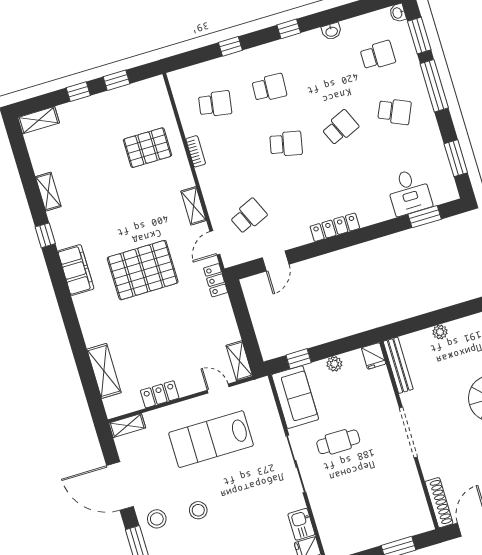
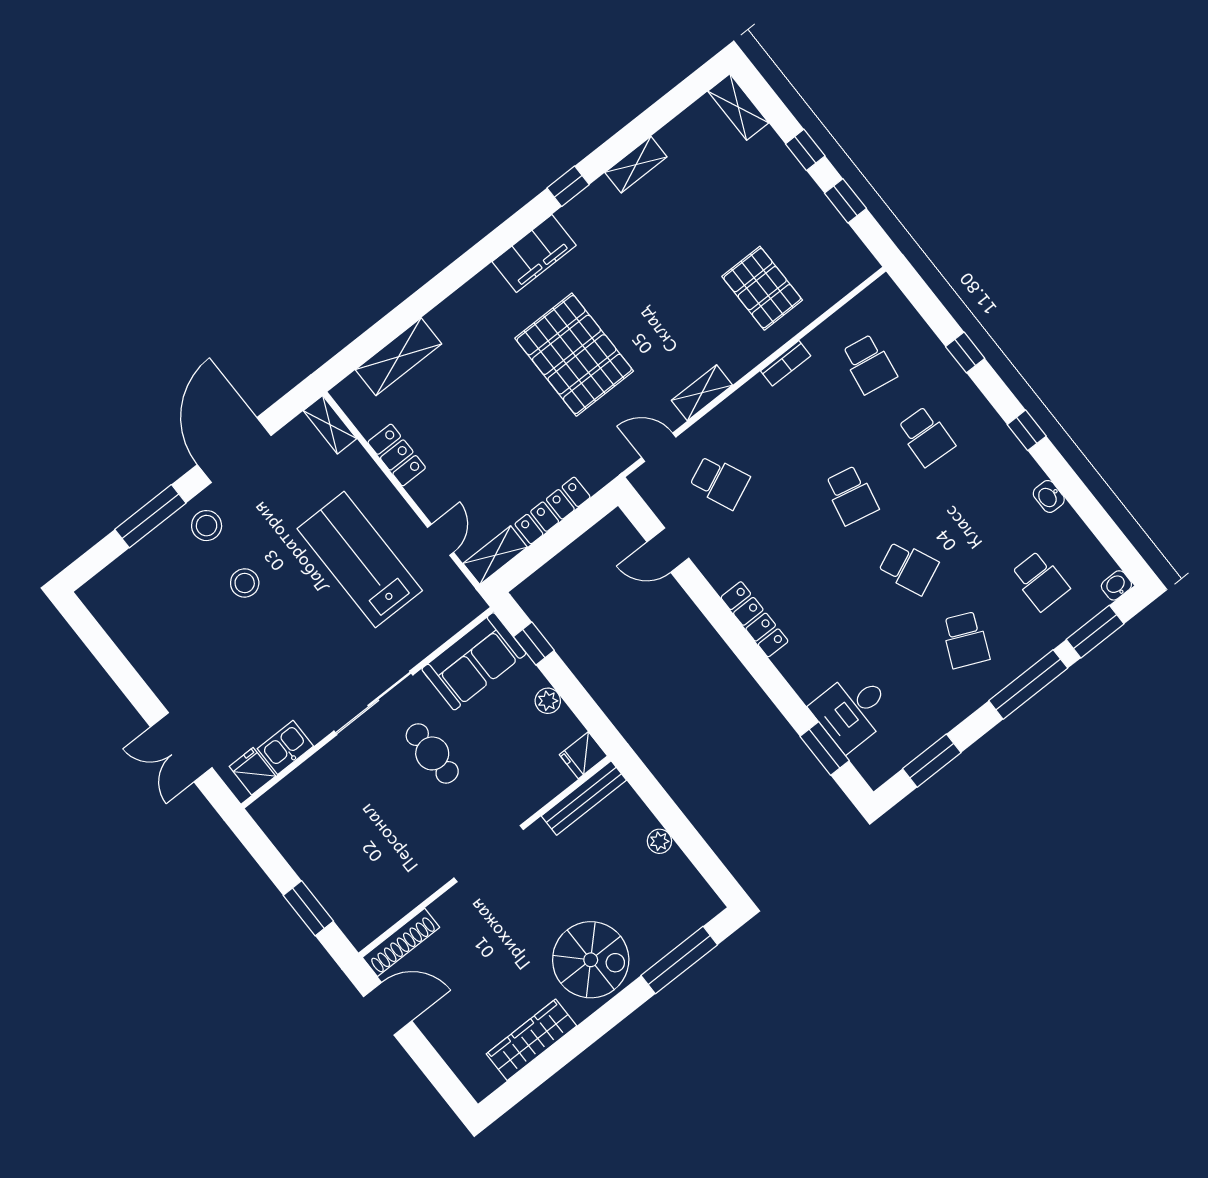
locker: (216, 280) -> (552, 510), moved, width x1.53

